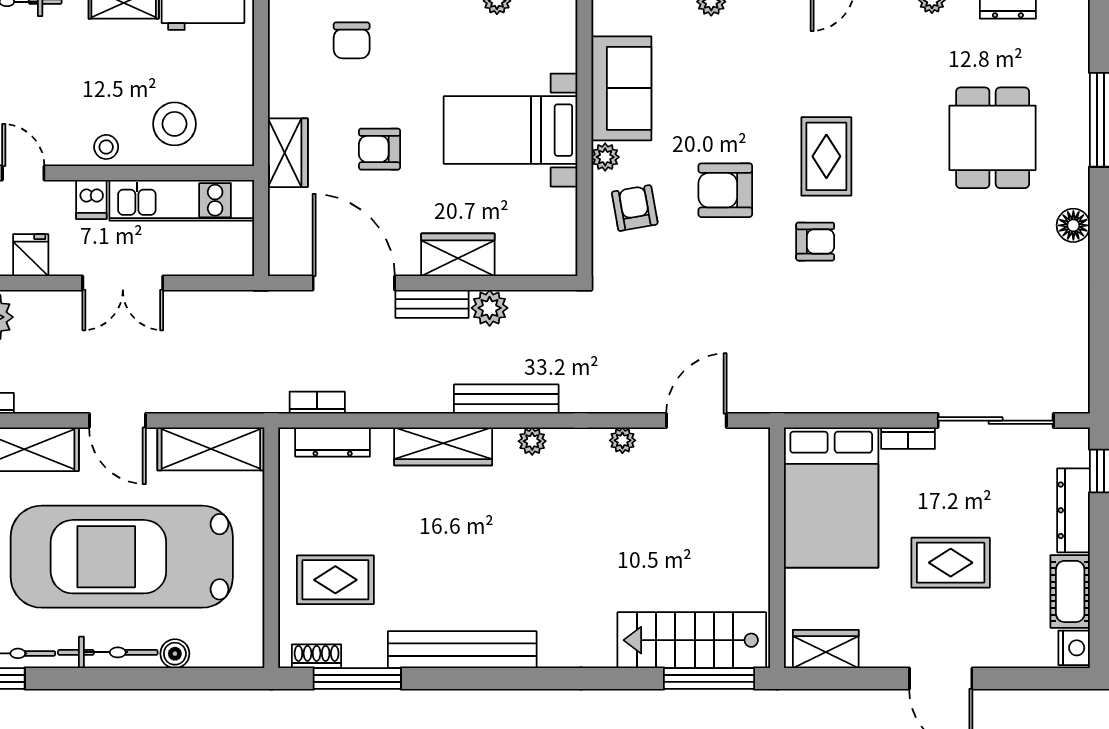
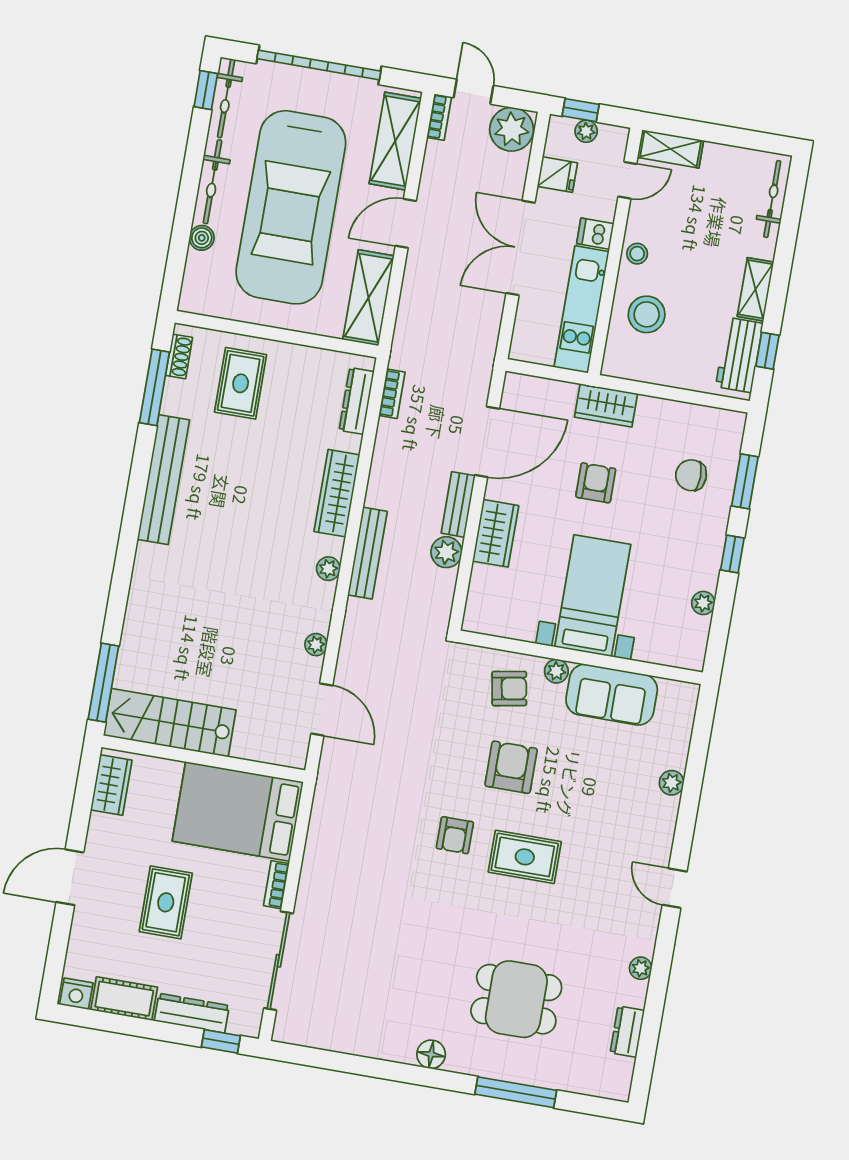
double door: (123, 283) -> (521, 248), width x1.37
car: (122, 557) -> (291, 207), turned 180
stairs: (692, 640) -> (170, 723), moved, turned -90

